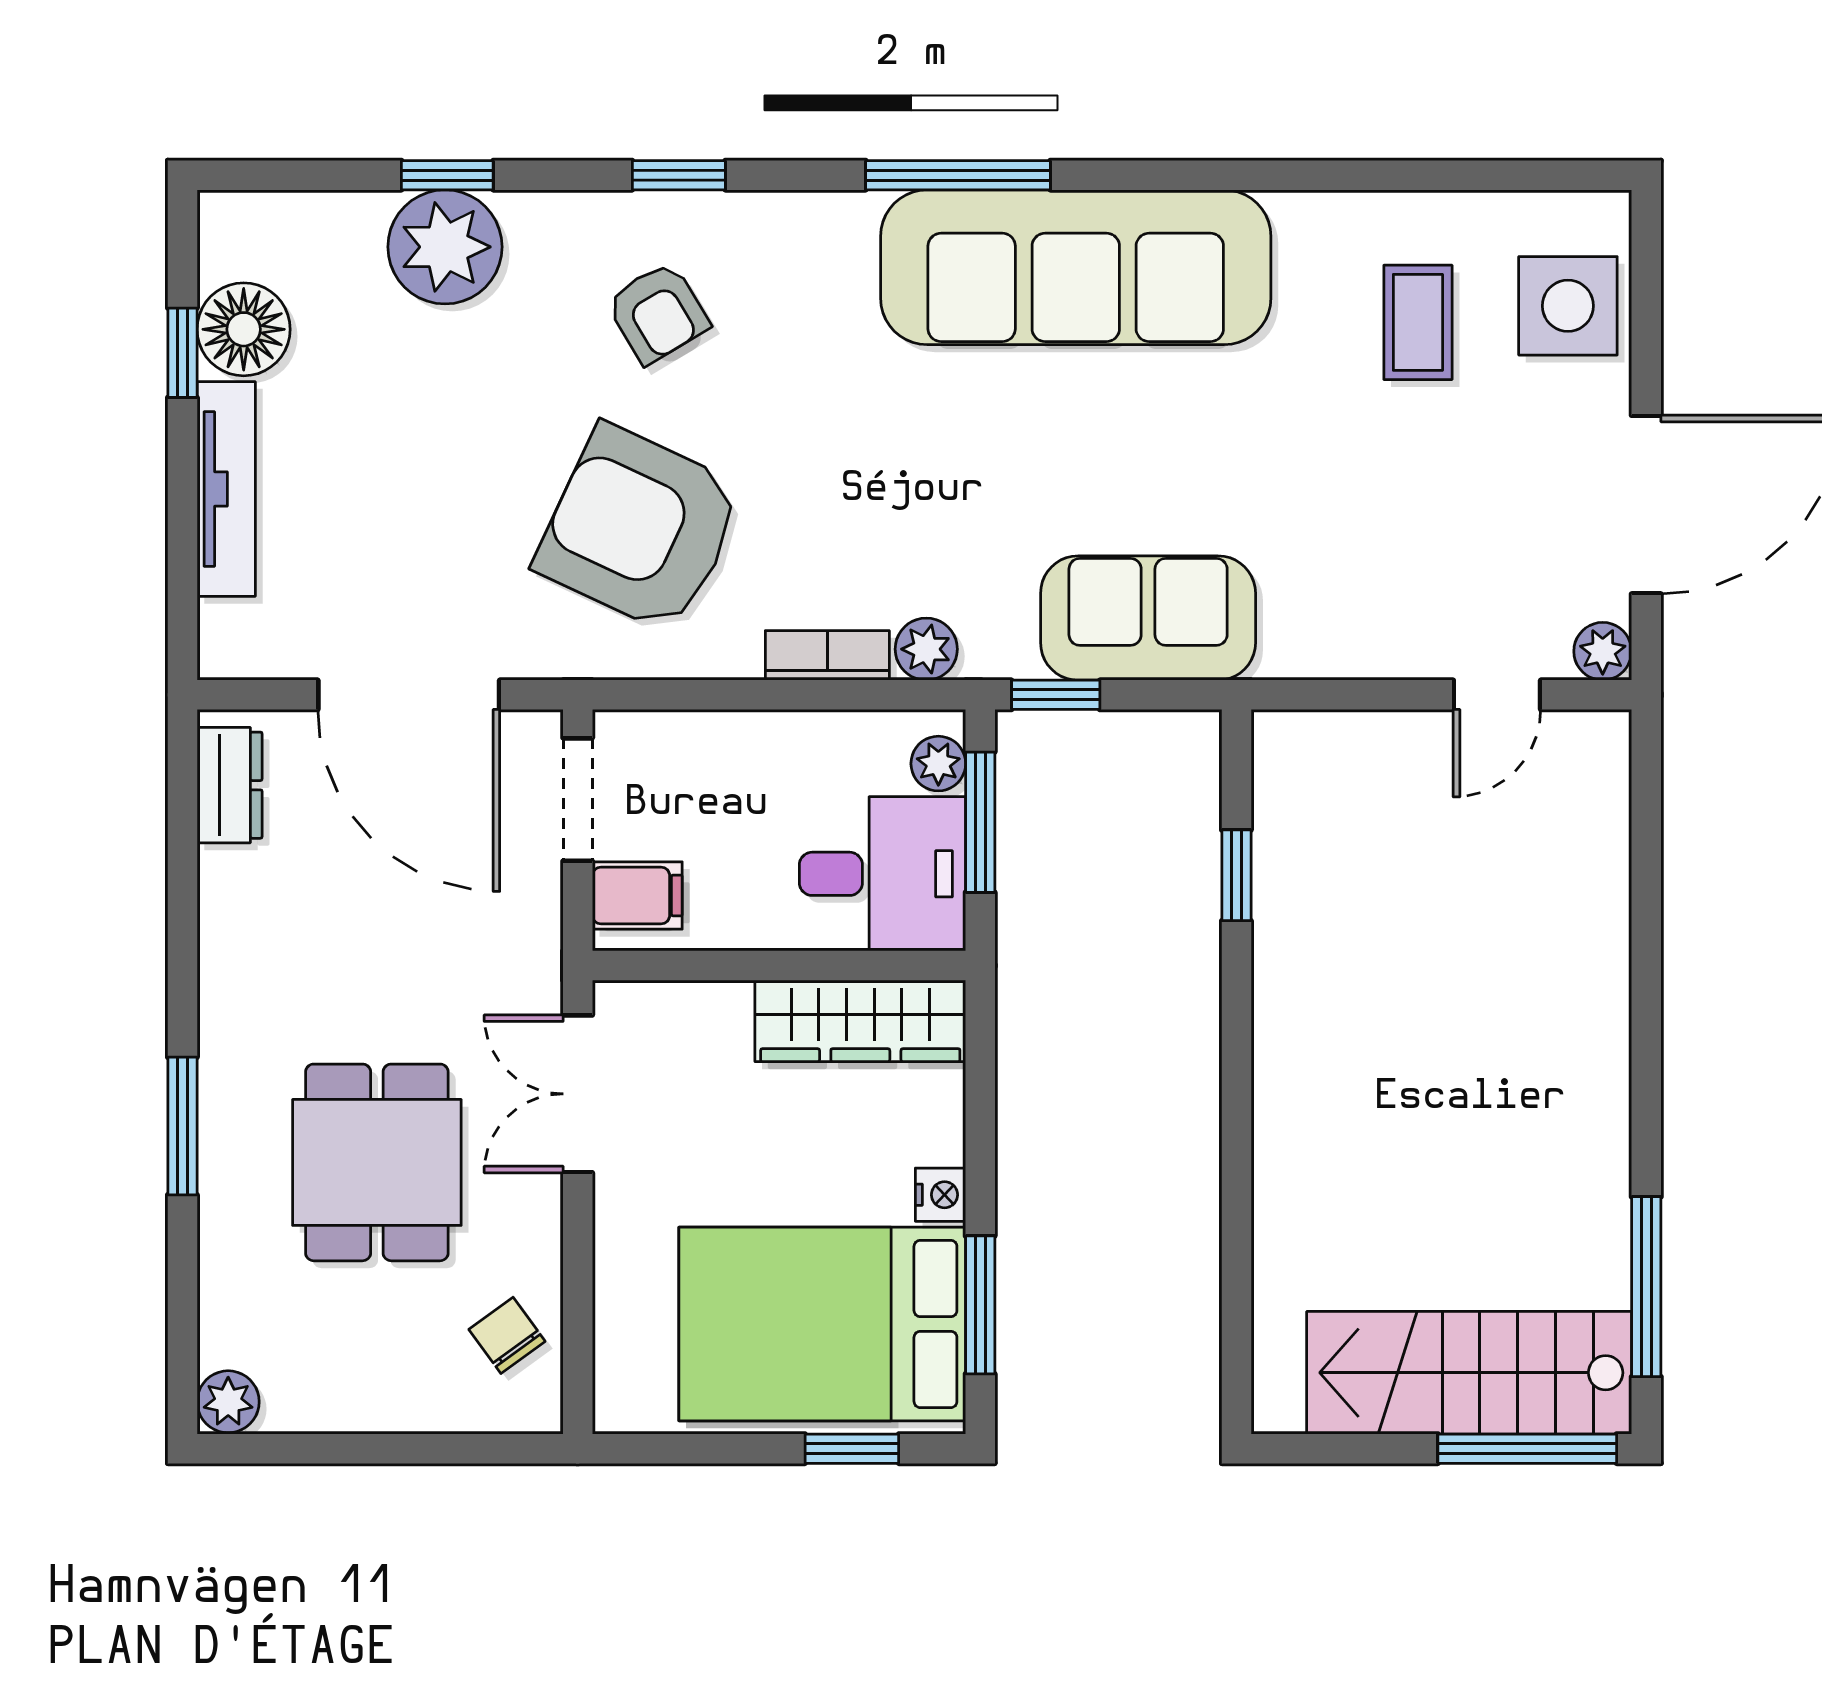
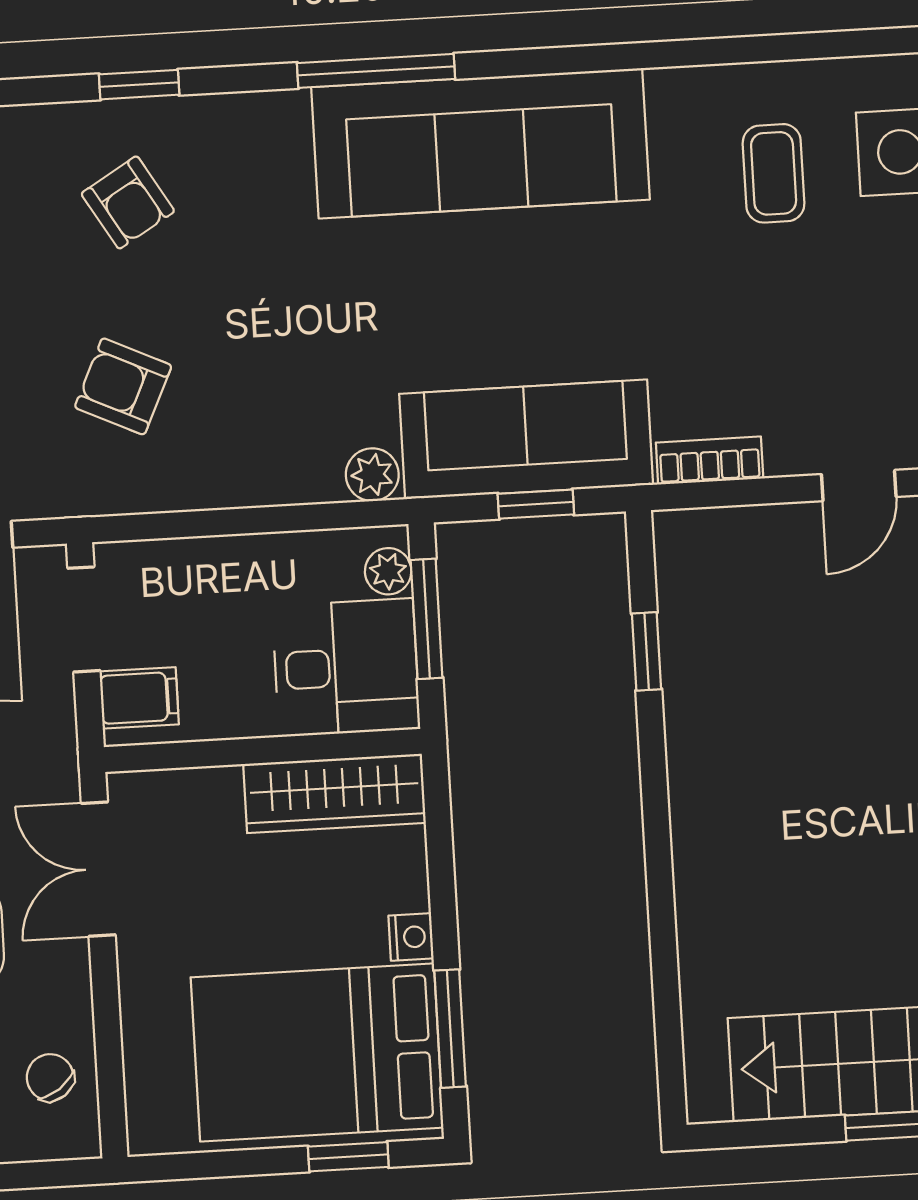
armchair: (640, 529) -> (123, 386), width x0.53, depth x0.53
sofa: (1148, 618) -> (526, 439), width x1.36
bookcase: (827, 655) -> (710, 461), moved
window: (1056, 695) -> (536, 504), moved

